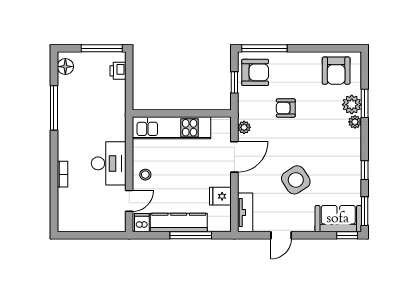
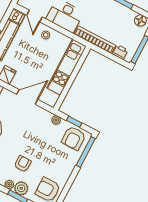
armchair: (286, 108) -> (23, 164), moved
bookcase: (119, 111) -> (95, 40), added
plant: (244, 127) -> (56, 120), moved
door: (234, 157) -> (27, 97), swing flipped

